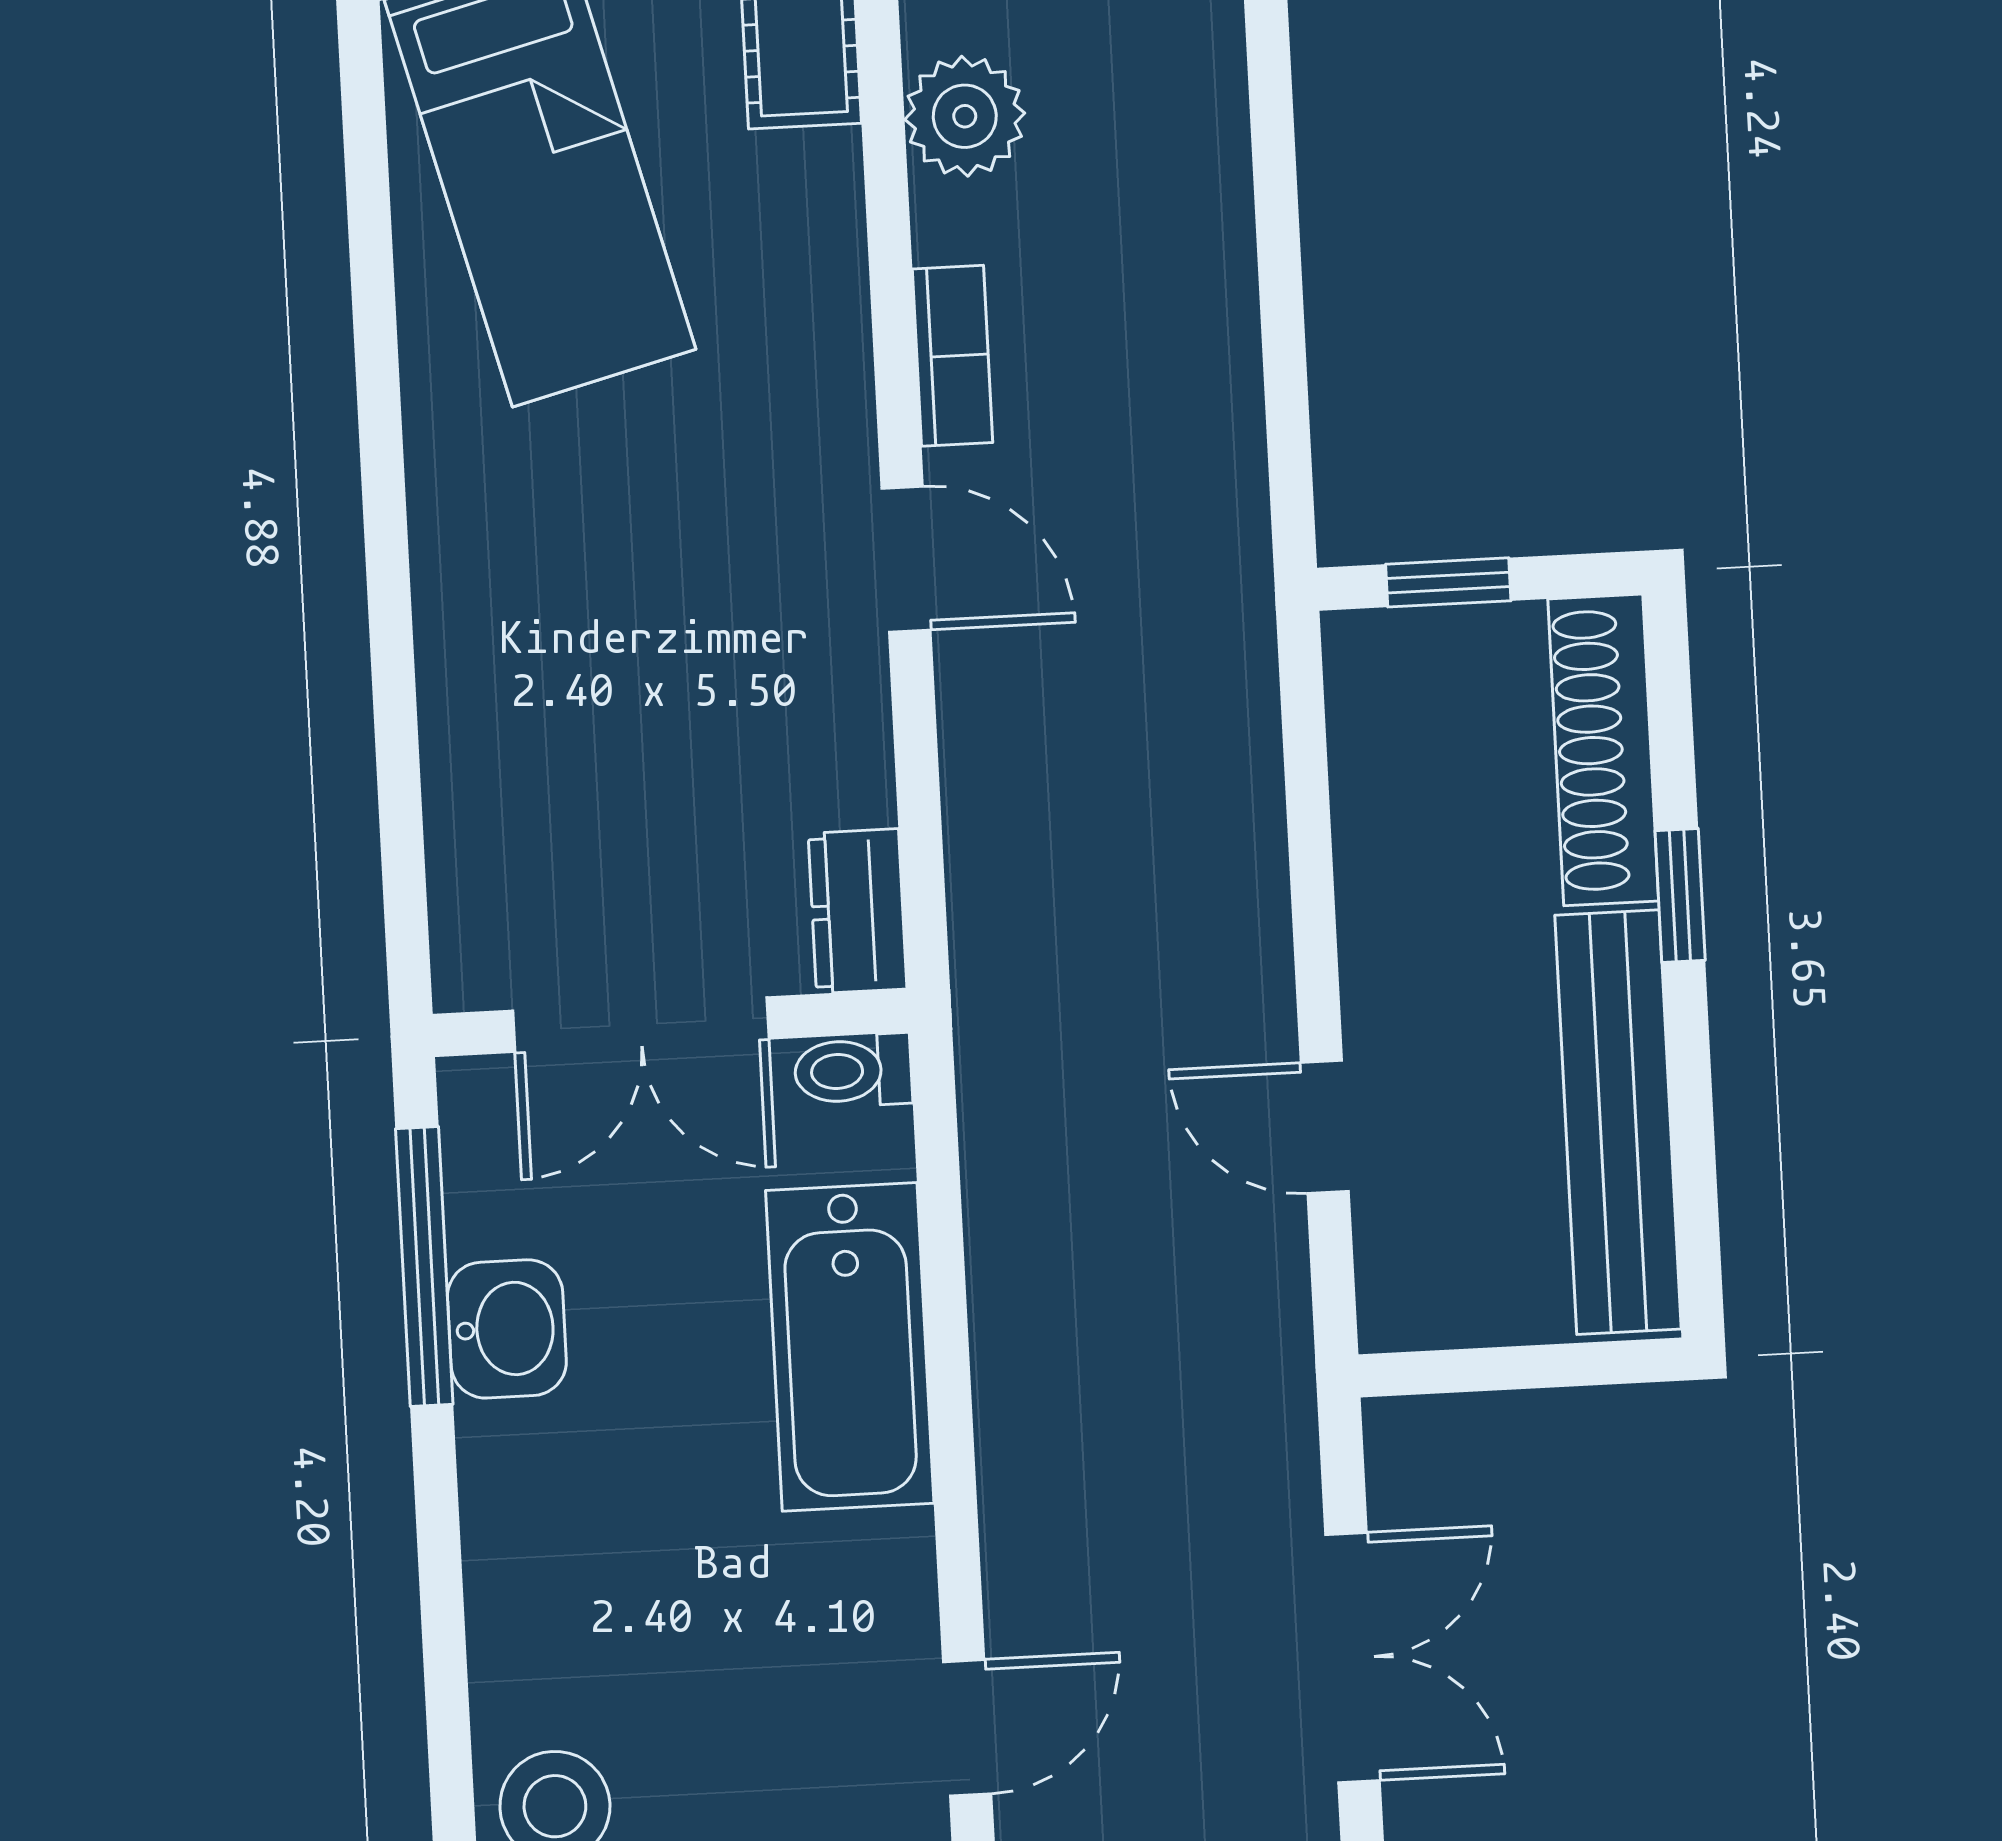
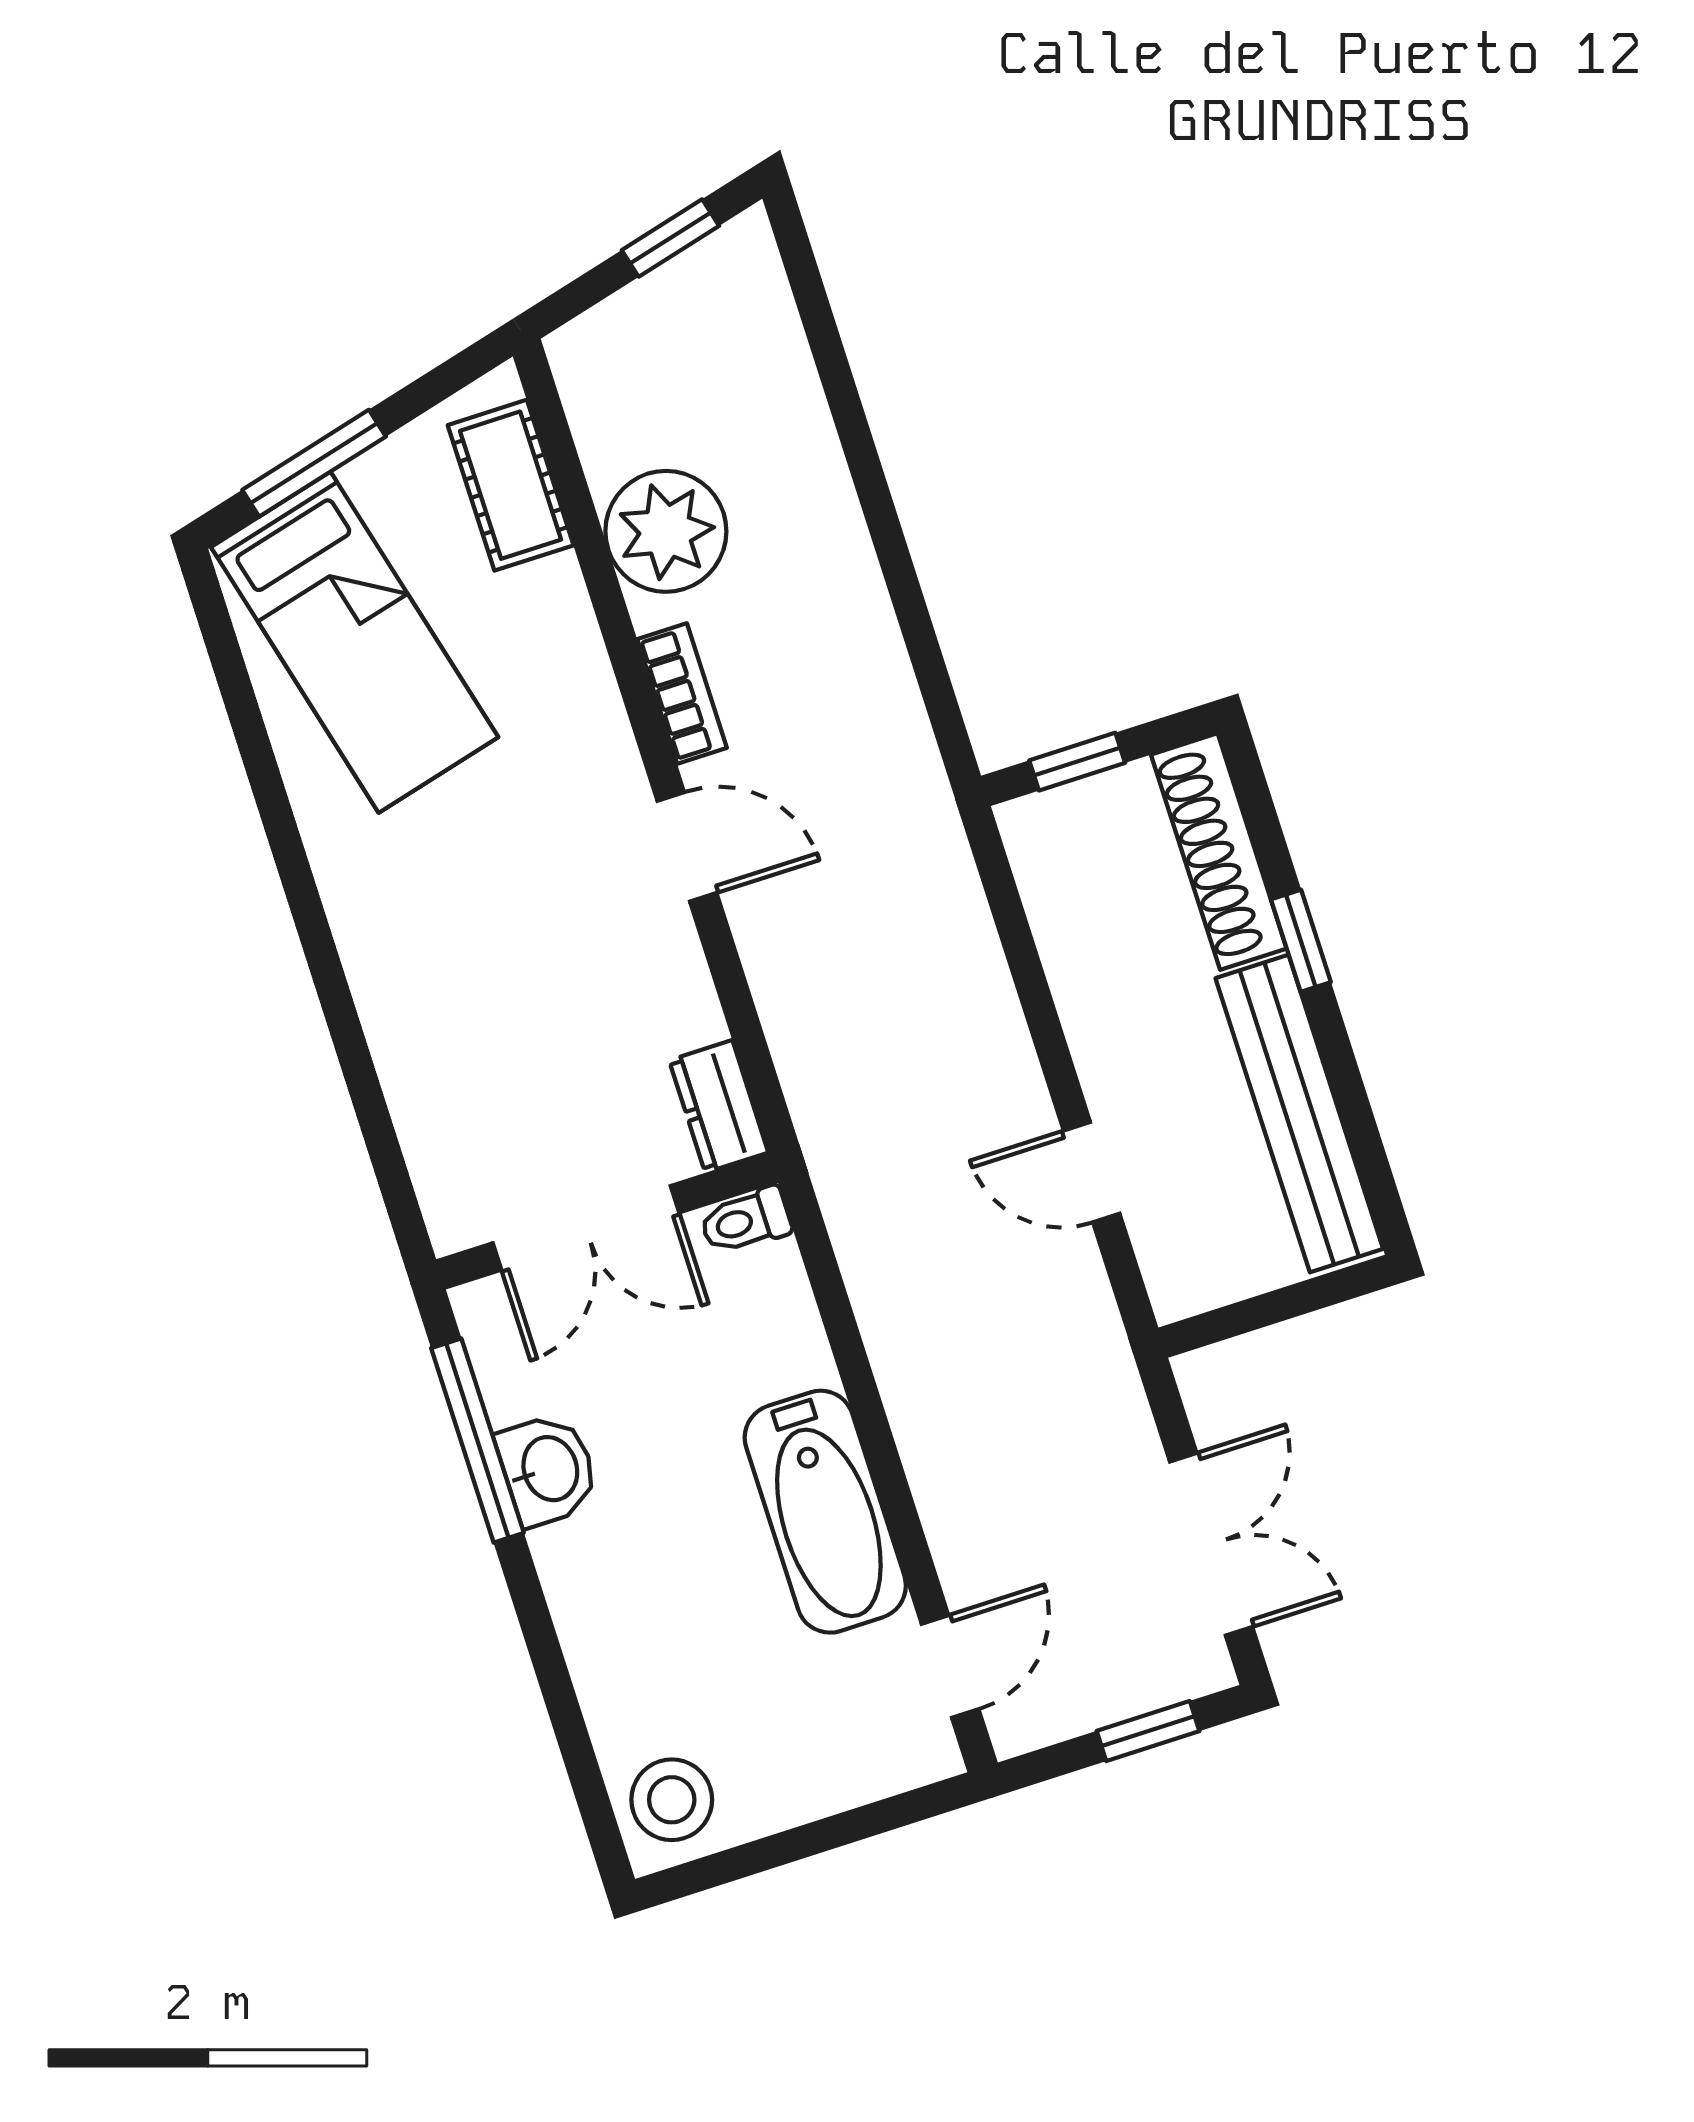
plant: (965, 116) -> (666, 531), width x1.36, depth x1.36
bathtub: (850, 1347) -> (825, 1512), moved

